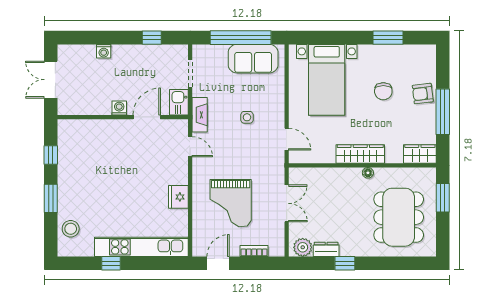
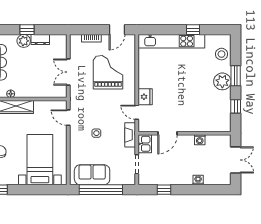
washing machine: (119, 108) -> (200, 140), moved
plant: (69, 190) -> (222, 81), added
fridge: (178, 197) -> (145, 97), moved
plant: (303, 247) -> (24, 41), moved

